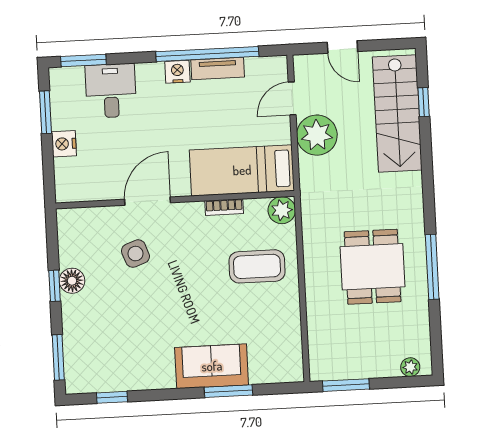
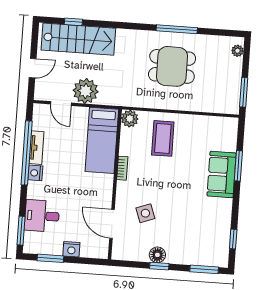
door: (148, 201) -> (112, 224), moved
bookcase: (224, 207) -> (122, 168), moved

